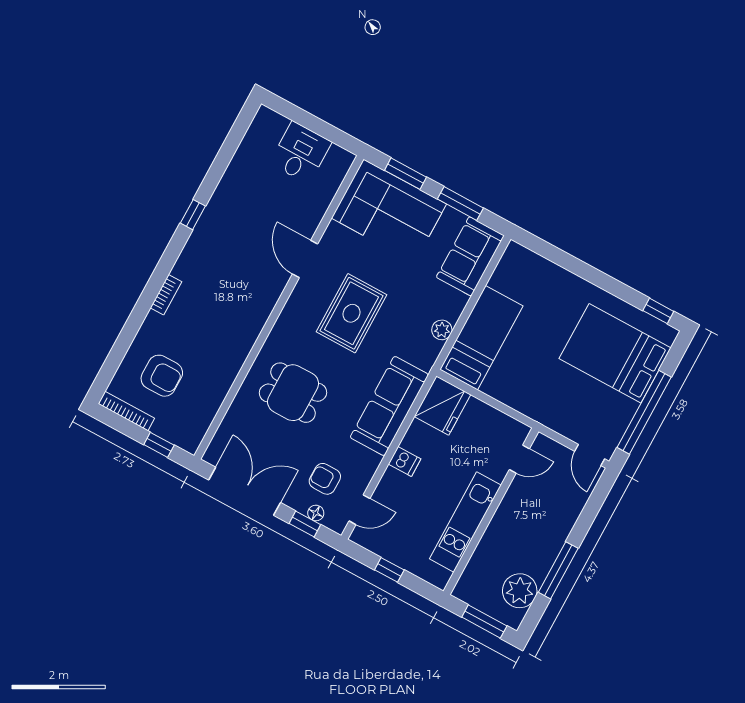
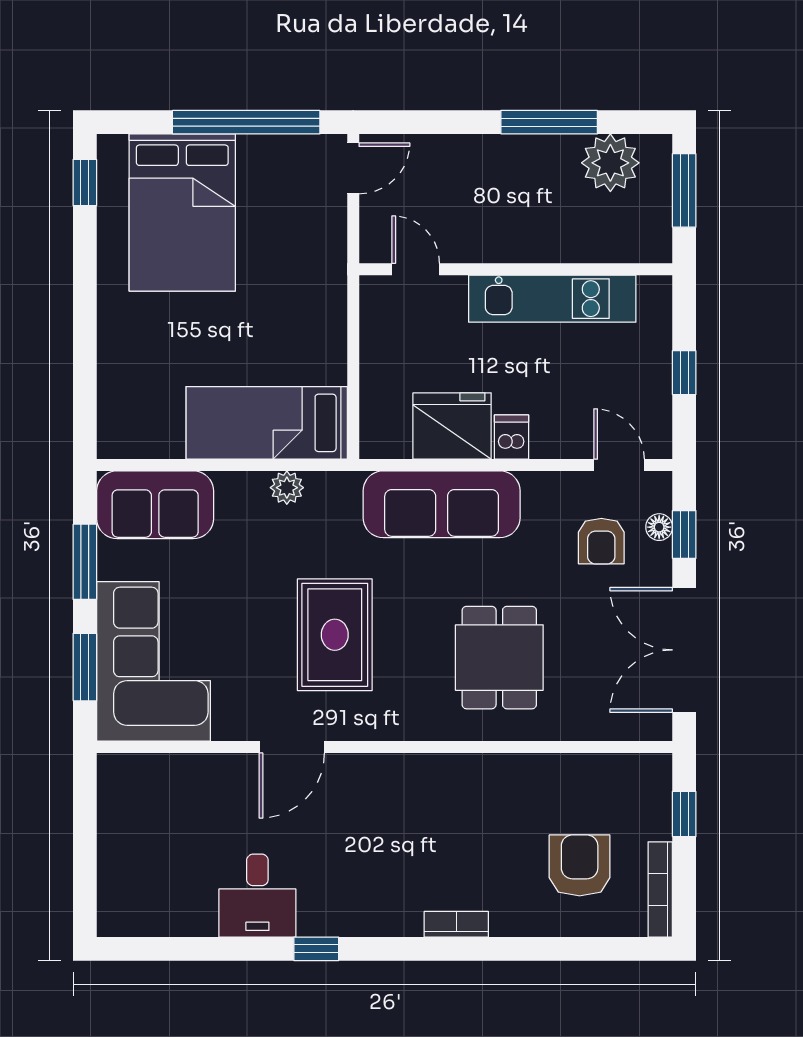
desk: (301, 153) -> (257, 896), moved, turned -90
rug: (352, 313) -> (335, 635), turned 90
fridge: (442, 406) -> (452, 426), moved

